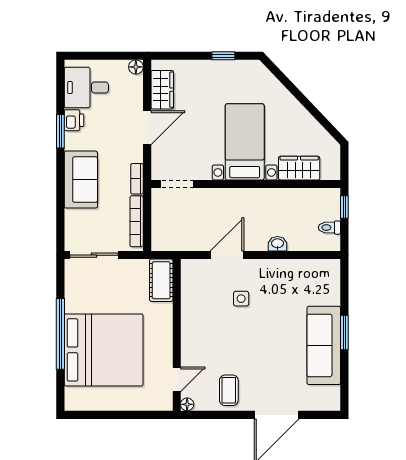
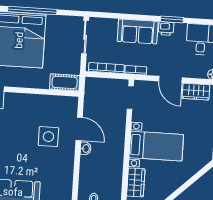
printer: (74, 120) -> (166, 29), moved
washbasin: (278, 244) -> (86, 148), moved
side table: (241, 299) -> (48, 137), width x1.87, depth x1.87

